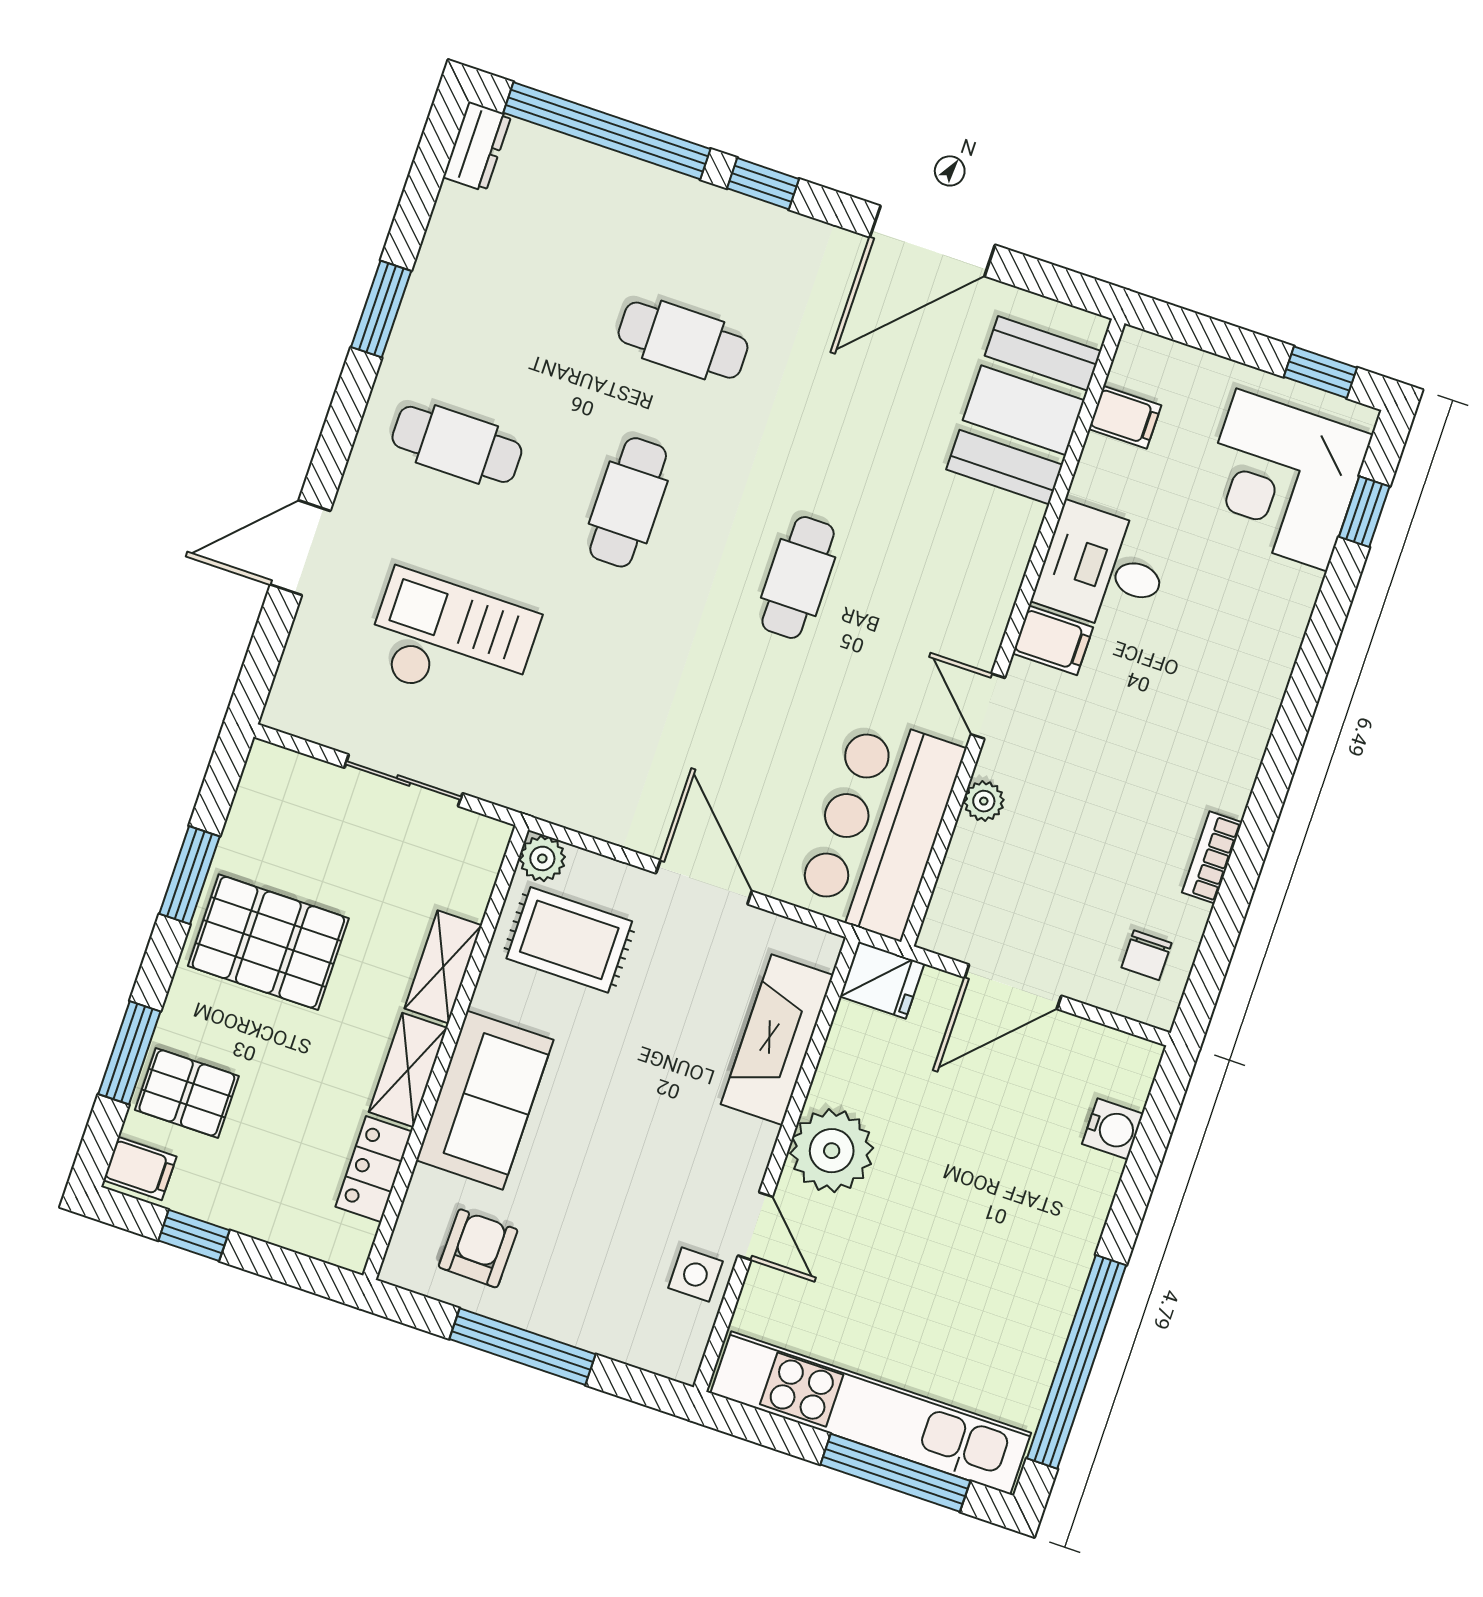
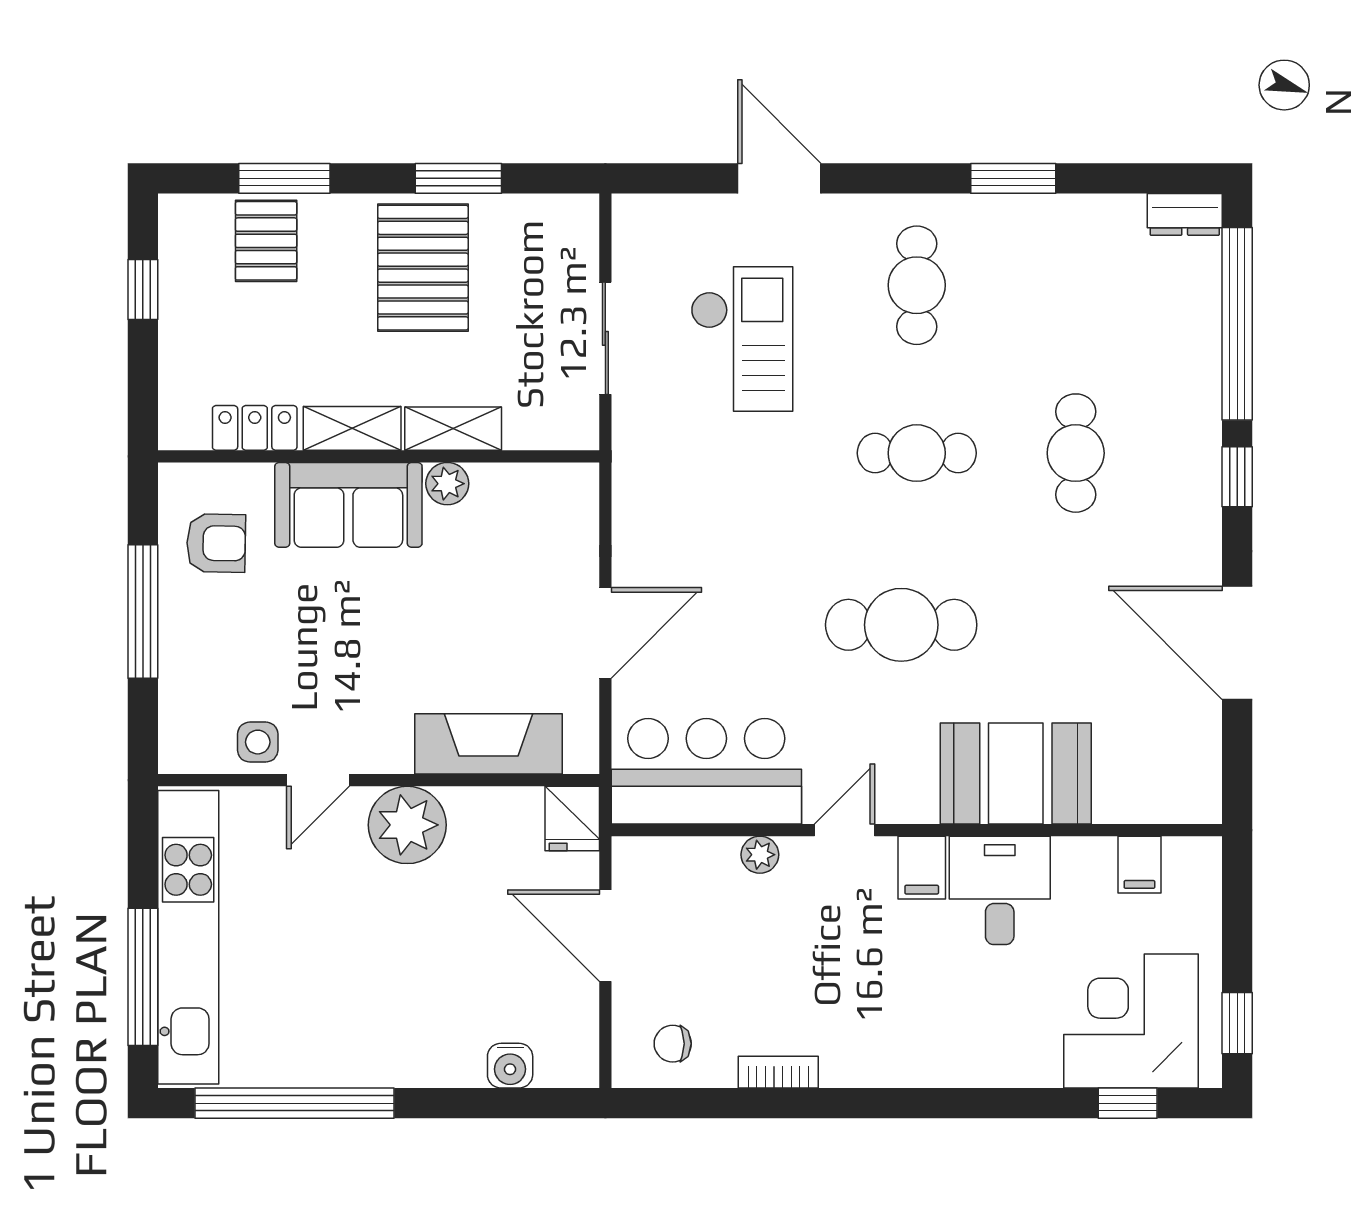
booth: (1024, 410) -> (1016, 773), moved
cafe table: (798, 577) -> (901, 625), width x1.37, depth x1.35
plant: (542, 858) -> (447, 484), moved
rug: (569, 940) -> (514, 532), removed
filing cabinet: (140, 1168) -> (186, 222), removed

